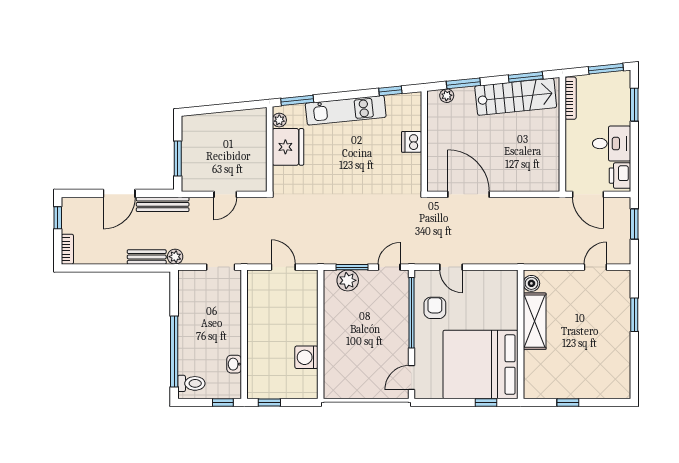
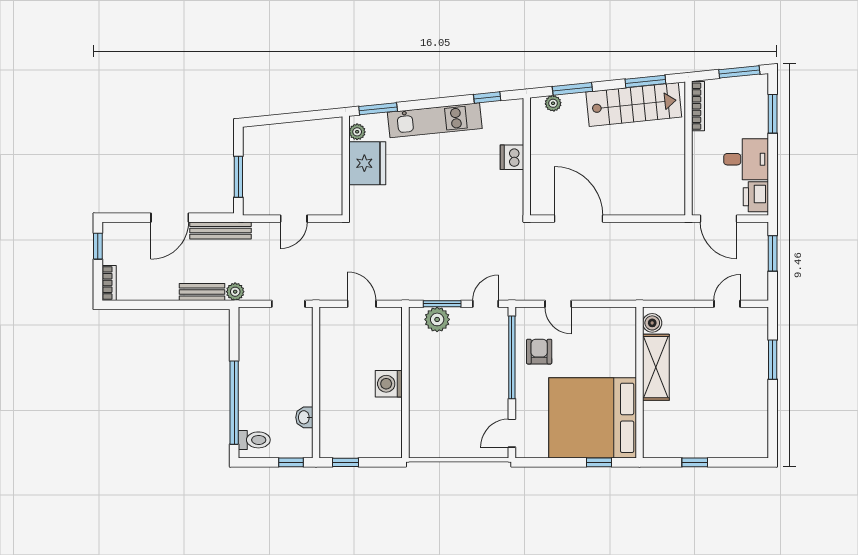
washing machine: (306, 357) -> (389, 384), moved

